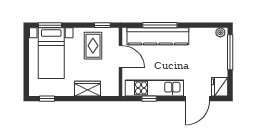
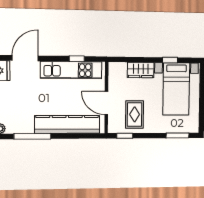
window: (160, 25) -> (32, 136), moved
bed with nightstands: (51, 53) -> (176, 89), moved, turned 180
window: (47, 99) -> (170, 60), moved

